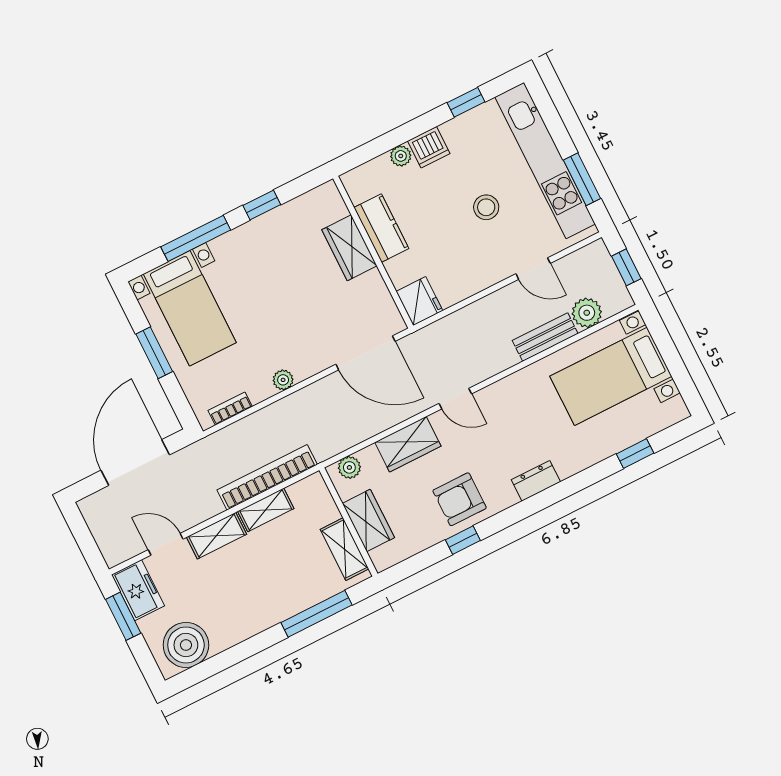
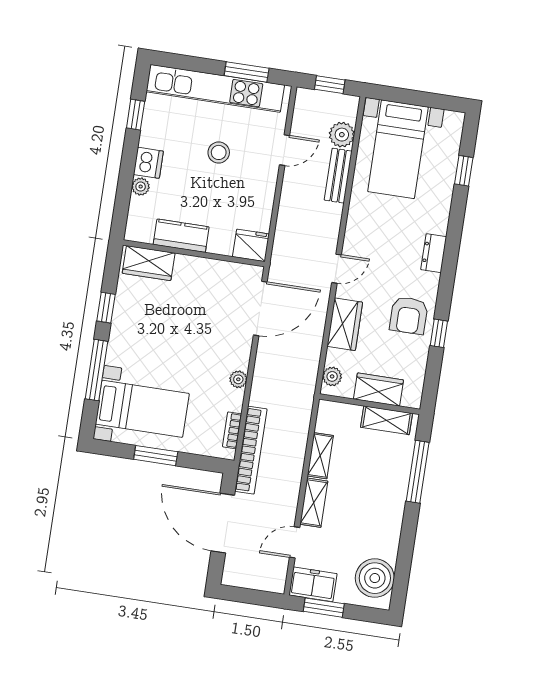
wardrobe: (349, 248) -> (149, 263), moved
bookcase: (267, 477) -> (251, 450), moved, turned 180

